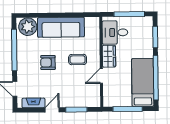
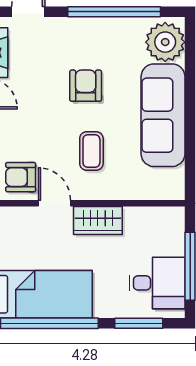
desk: (115, 32) -> (157, 283), moved, turned 90
armchair: (90, 91) -> (21, 177), added

